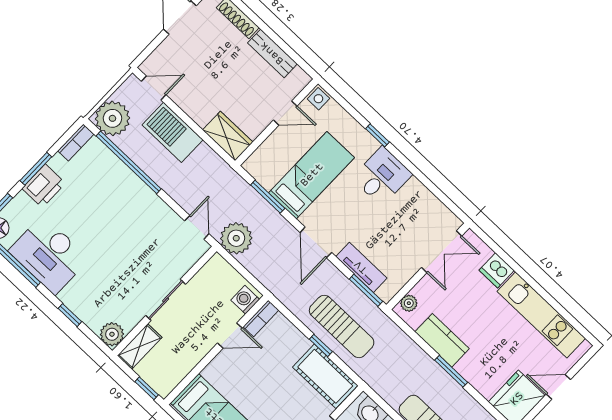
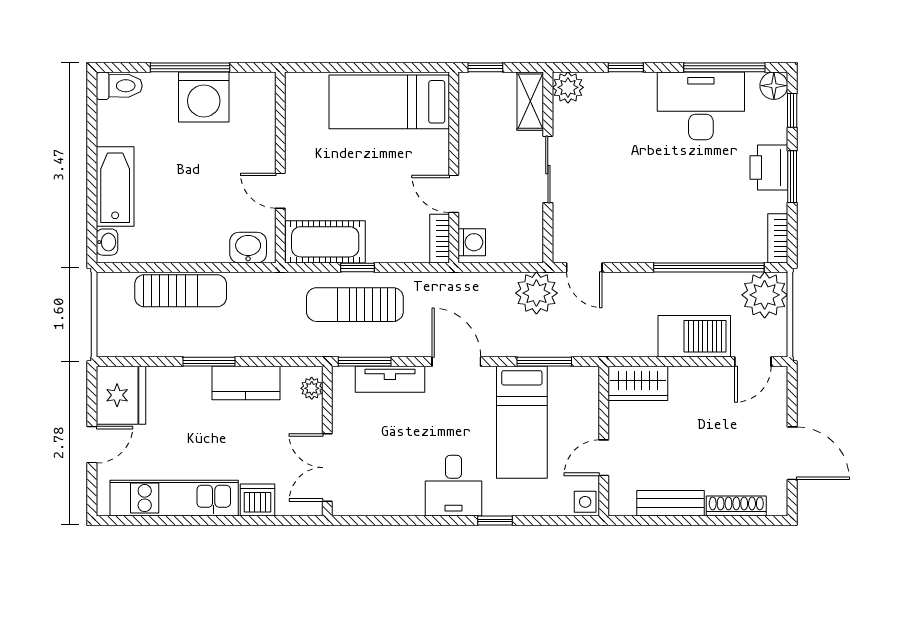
door: (230, 336) -> (454, 194), hinge flipped

